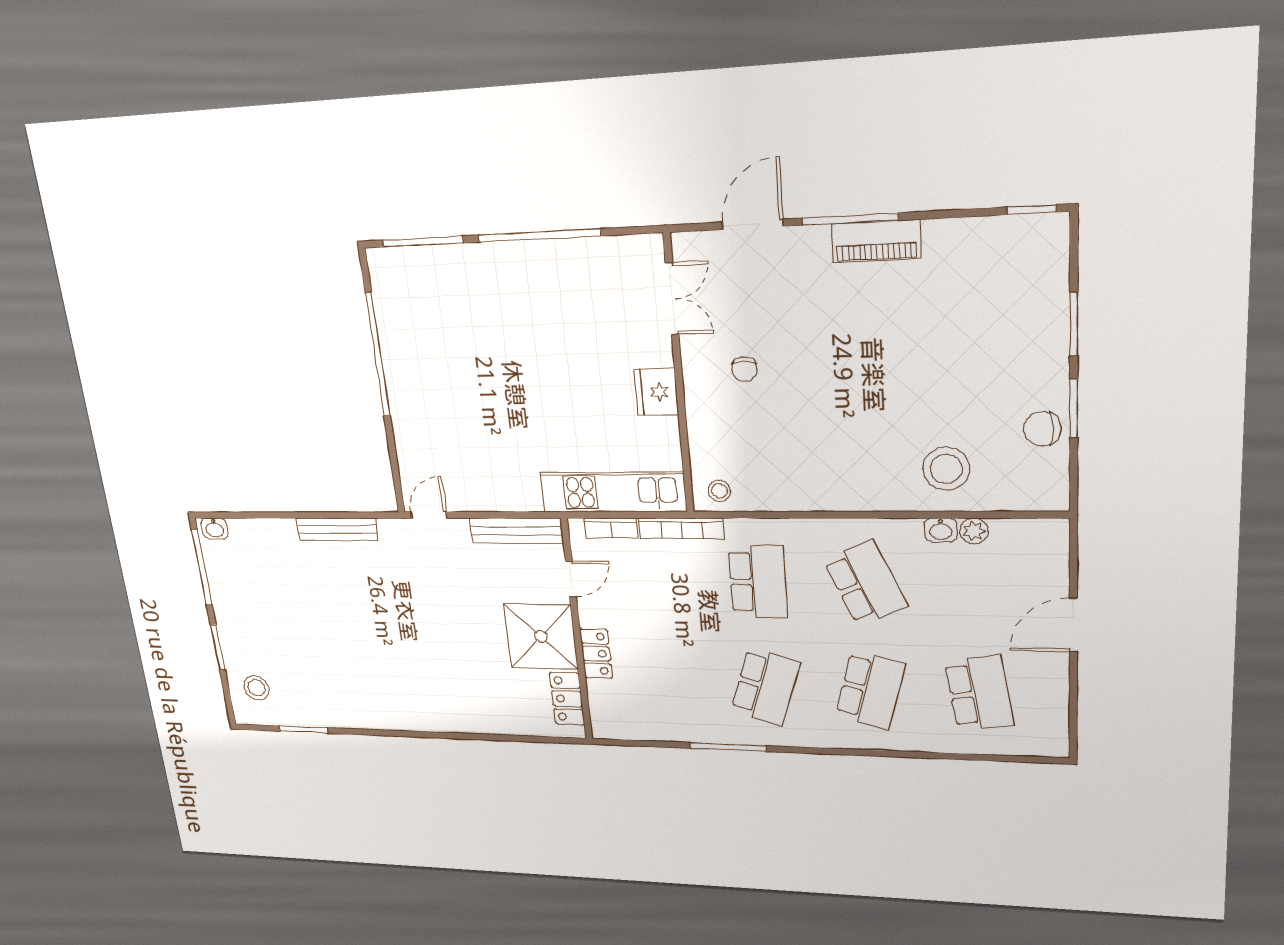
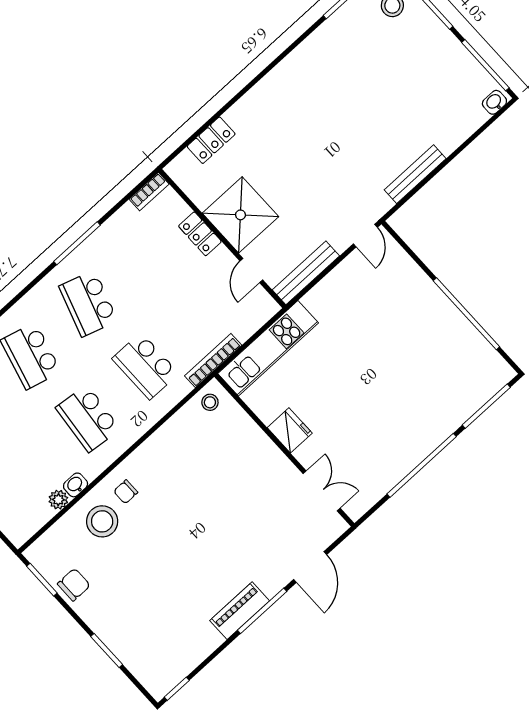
double door: (672, 299) -> (322, 491), swing flipped
chair: (744, 369) -> (126, 492), moved, turned -90
window: (1074, 408) -> (42, 580), moved
bookcase: (611, 528) -> (149, 192), moved, turned 180
school desk: (865, 583) -> (88, 419), turned 30
locker: (567, 699) -> (211, 140), moved, turned 90

